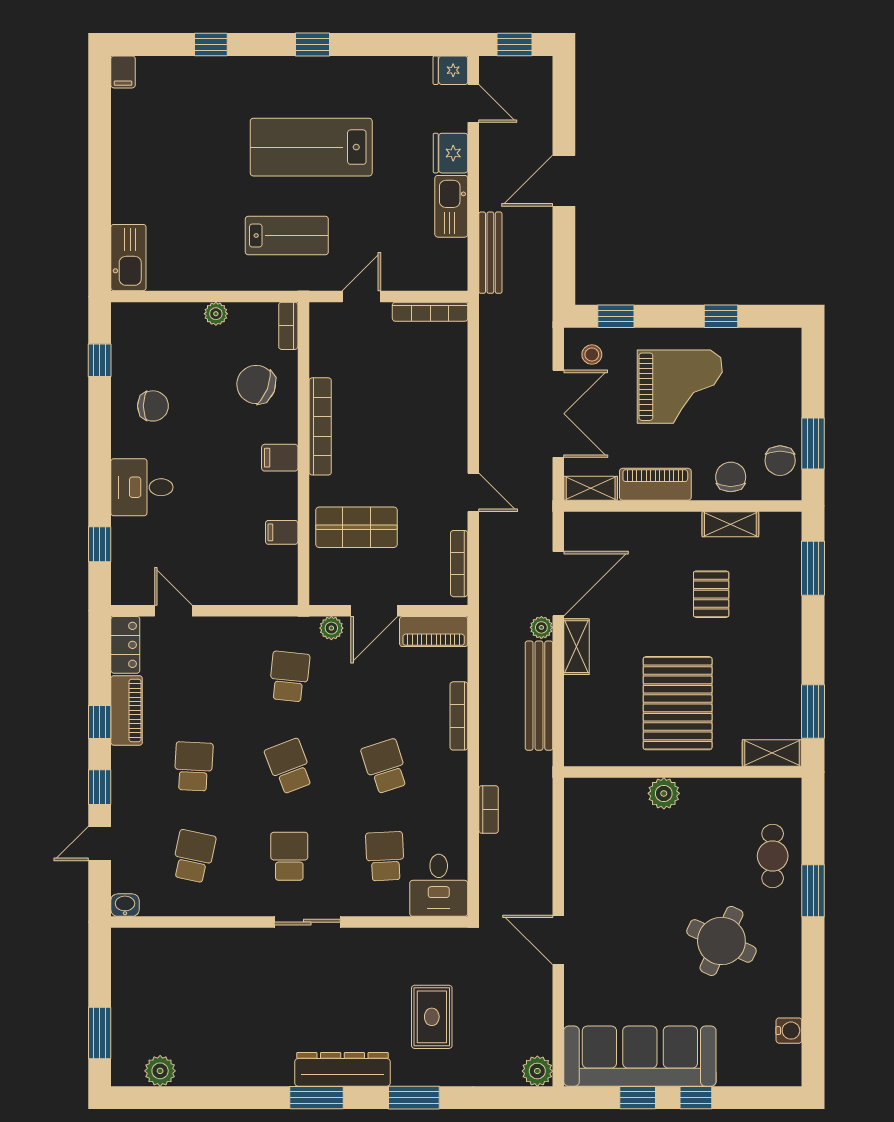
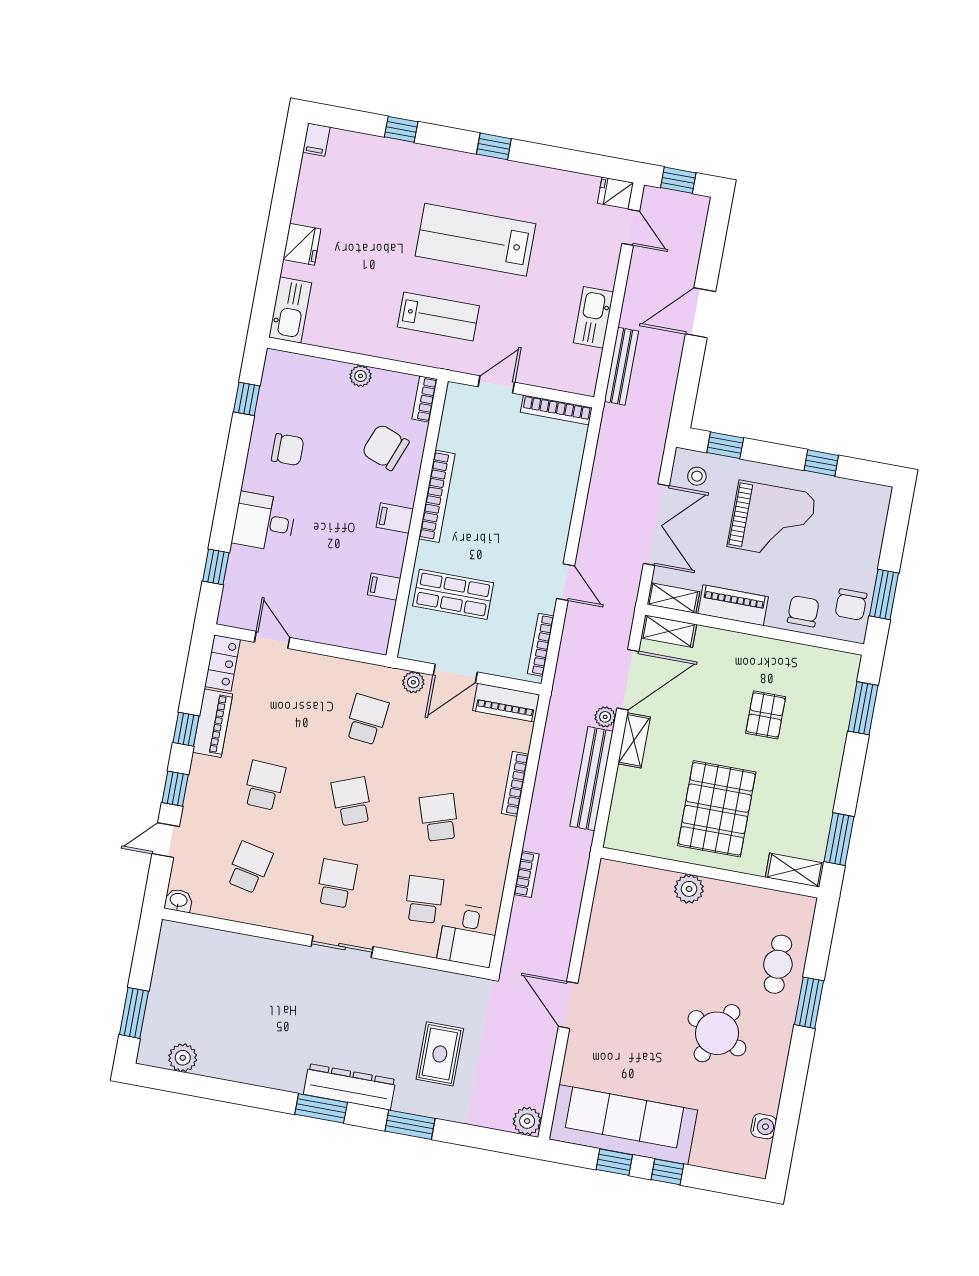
fridge: (450, 153) -> (302, 244), moved, turned 180
shelving: (730, 524) -> (669, 631), moved

